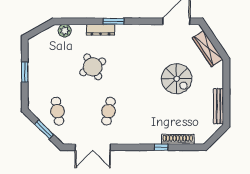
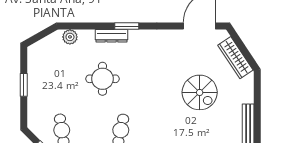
round table: (93, 67) -> (102, 79), turned 30

